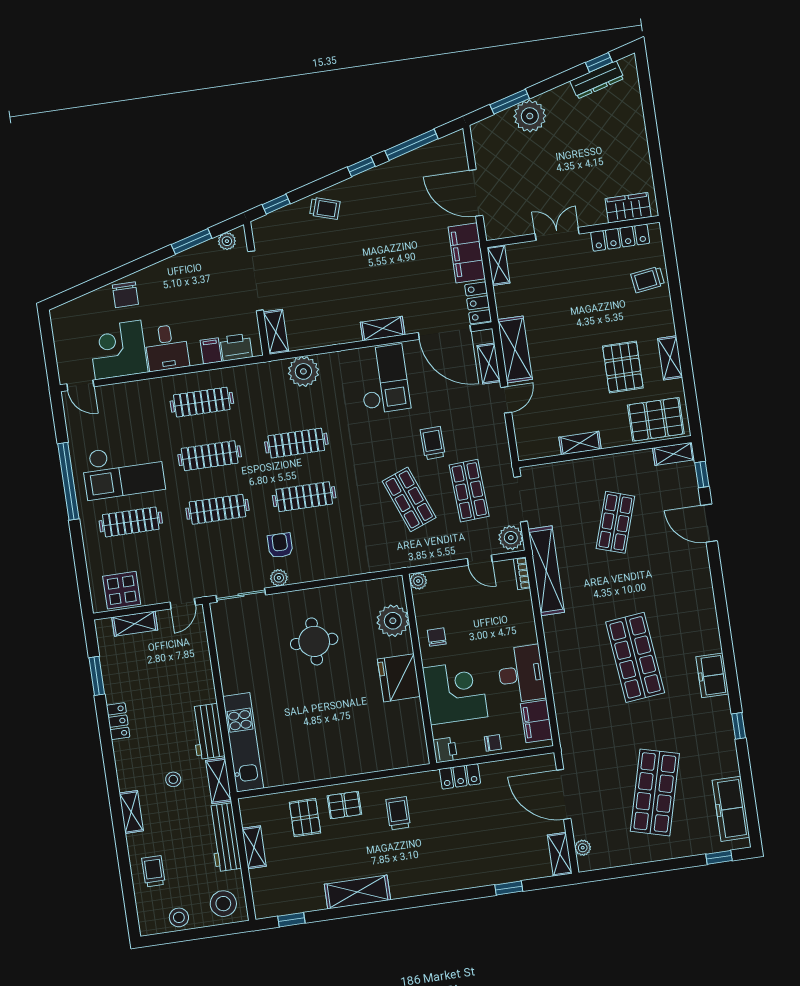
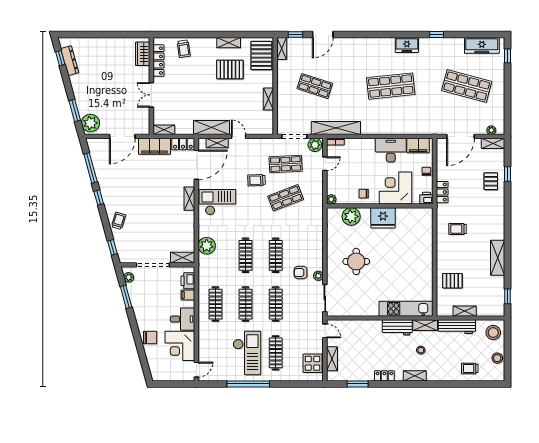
plant: (530, 116) -> (90, 123), moved
pallet: (344, 805) -> (491, 181), moved
shelving: (131, 812) -> (415, 376), moved

